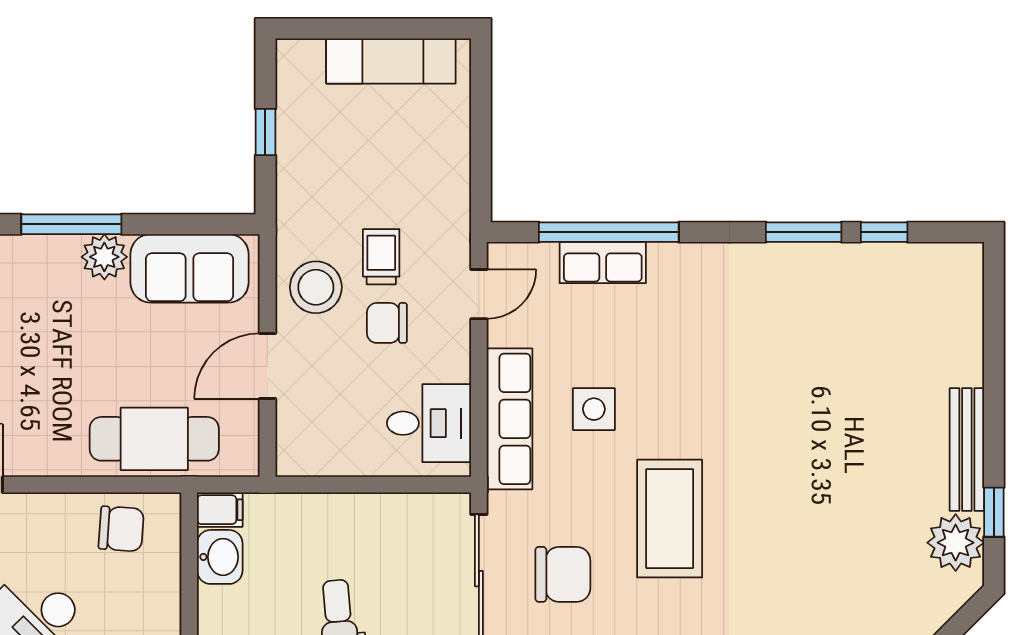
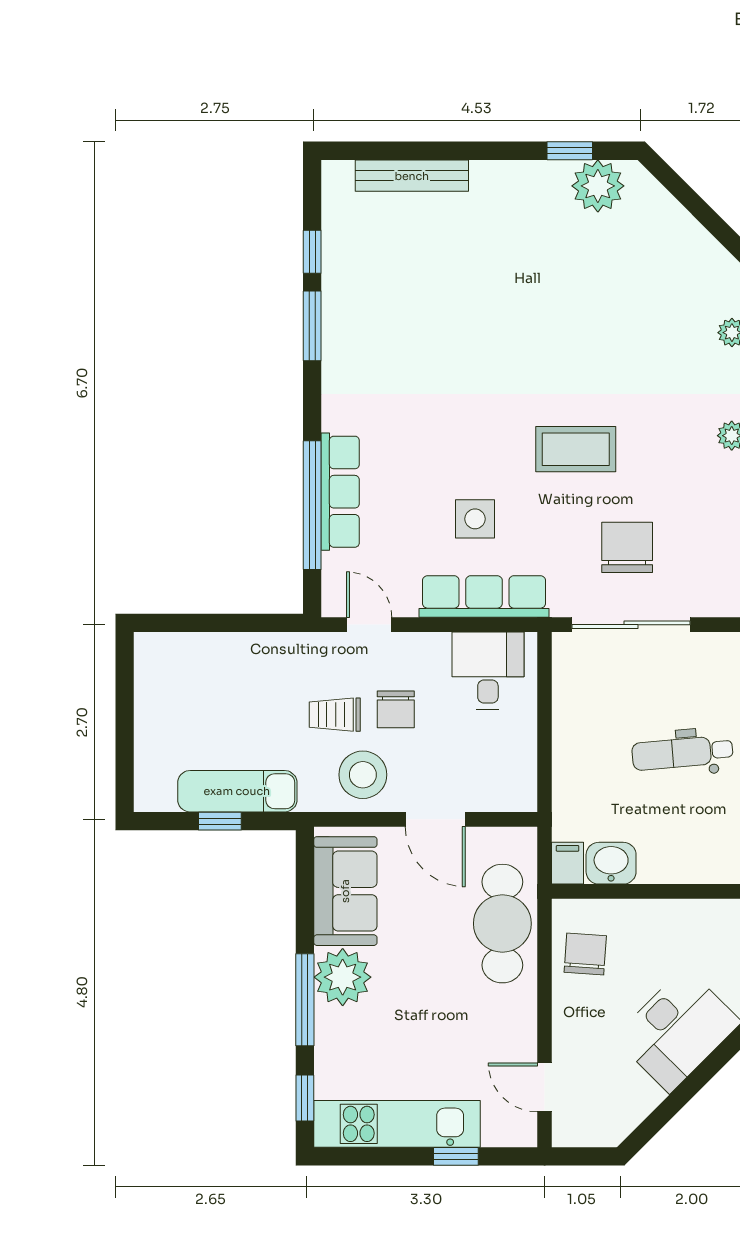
exam couch: (391, 61) -> (237, 791), moved, turned -90
plant: (104, 257) -> (343, 977), width x1.36, depth x1.36
row of seats: (603, 263) -> (340, 492), width x1.48
bench: (967, 450) -> (412, 176), moved
coffee table: (670, 519) -> (576, 449), width x0.73, depth x0.76

